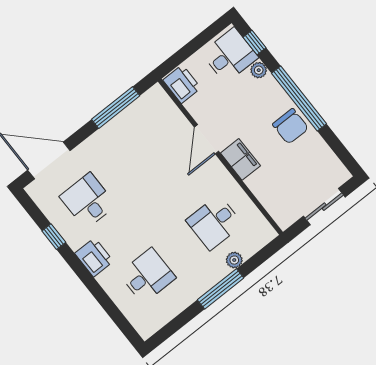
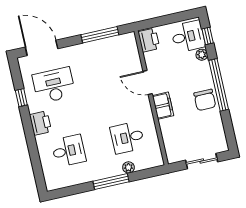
door: (206, 139) -> (148, 82), hinge flipped
desk: (88, 201) -> (54, 85), width x1.37

